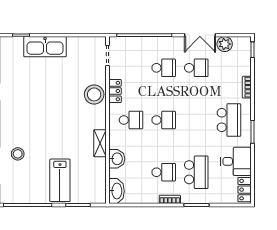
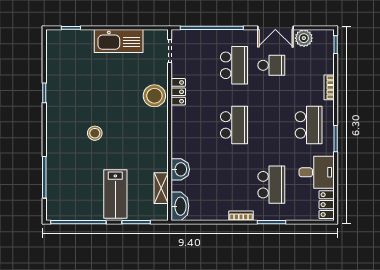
kitchen sink: (45, 47) -> (119, 41), moved
school desk: (164, 68) -> (234, 65), width x1.85
school desk: (131, 120) -> (197, 125), removed
school desk: (164, 120) -> (234, 125), width x1.85
shelving: (100, 143) -> (161, 188), moved
stool: (18, 154) -> (95, 133), moved
school desk: (164, 172) -> (234, 185), removed

